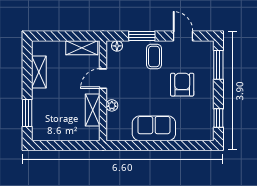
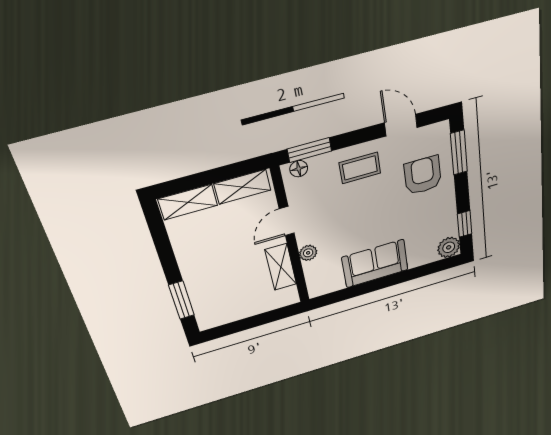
window: (142, 36) -> (309, 150), moved
coffee table: (154, 57) -> (360, 168), turned 90
shelving: (39, 72) -> (188, 202), moved, turned 90
armchair: (182, 85) -> (423, 175), moved
plant: (206, 133) -> (449, 247), added

